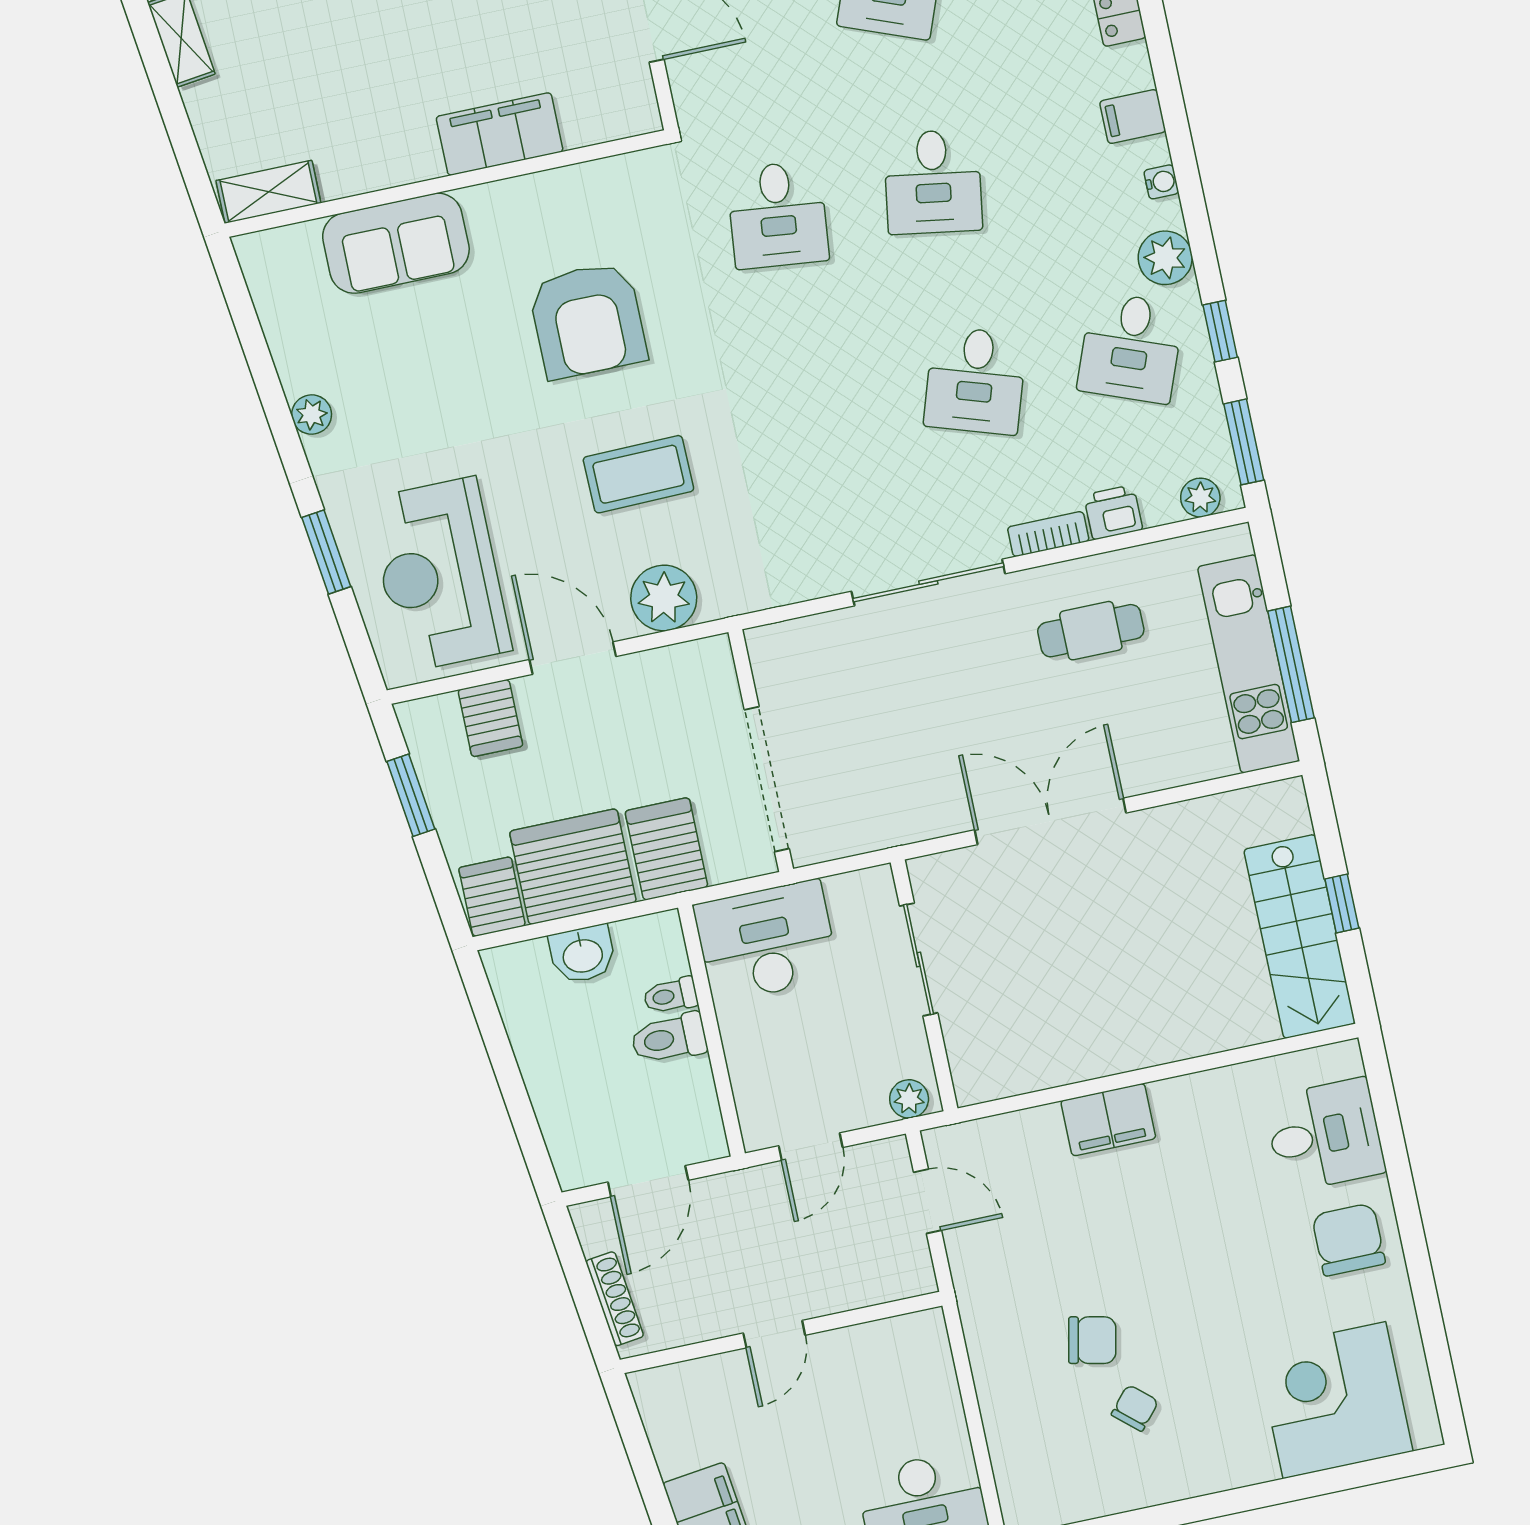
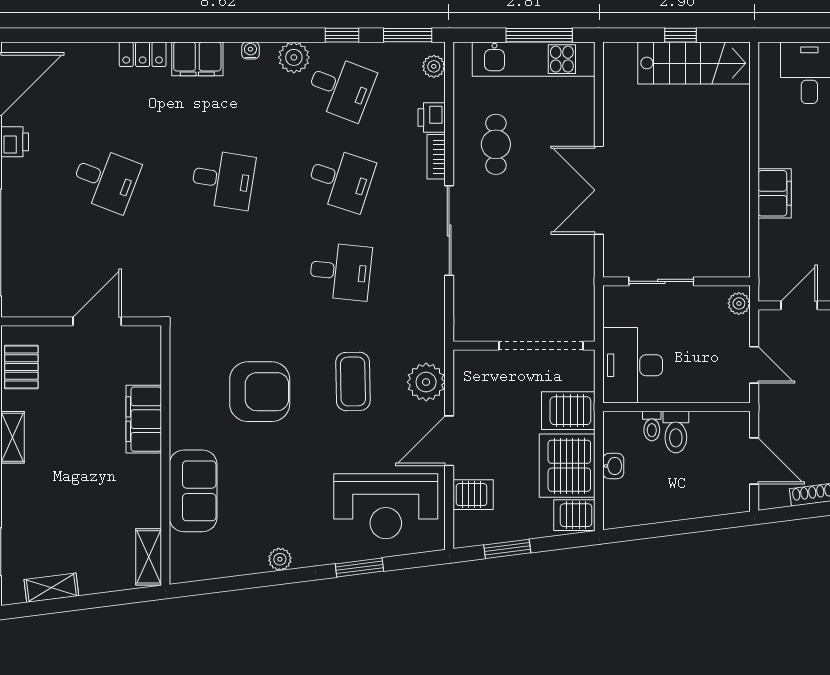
filing cabinet: (1133, 117) -> (197, 59), width x2.00
desk: (778, 215) -> (341, 272), moved
washbasin: (582, 954) -> (613, 466), width x0.72, depth x0.69

